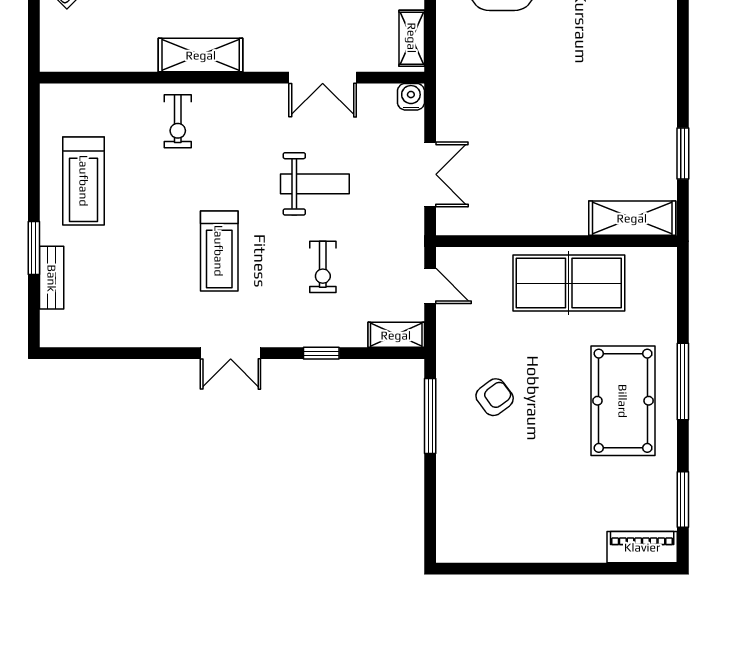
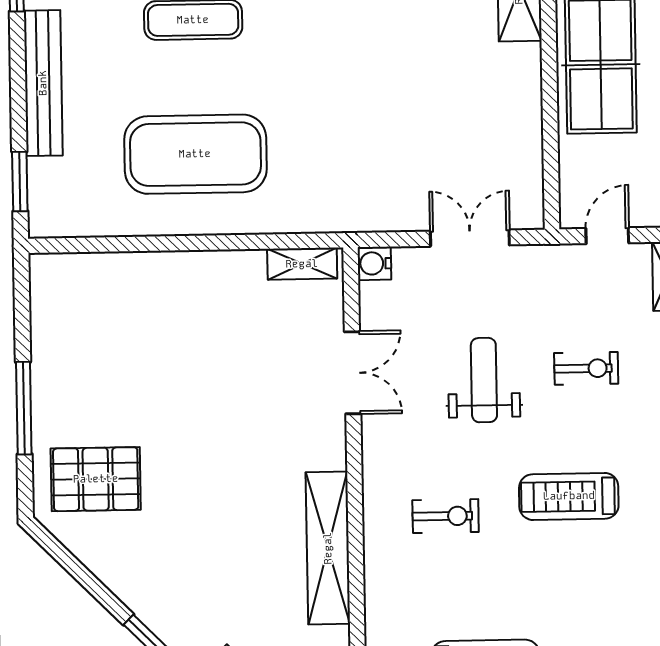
shelving: (201, 55) -> (328, 548), width x1.47
exercise bike: (178, 121) -> (446, 516), moved
treadmill: (219, 251) -> (569, 496), turned 180

